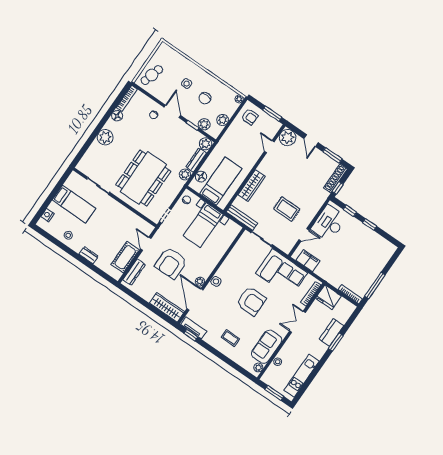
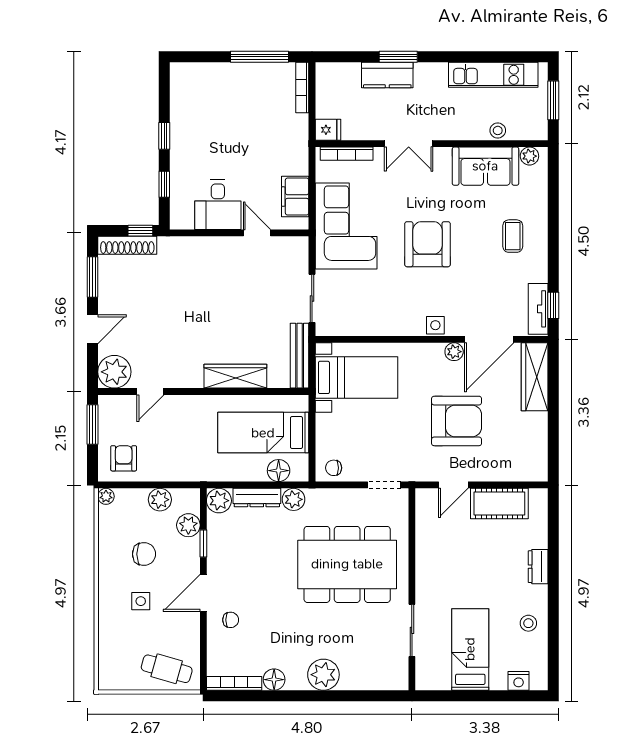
rug: (287, 209) -> (234, 291), removed
desk: (329, 223) -> (218, 205), width x0.73
bed with nightstands: (203, 225) -> (356, 377), moved
dresser: (134, 272) -> (514, 471), removed
fridge: (328, 297) -> (328, 130), width x0.53, depth x0.75

